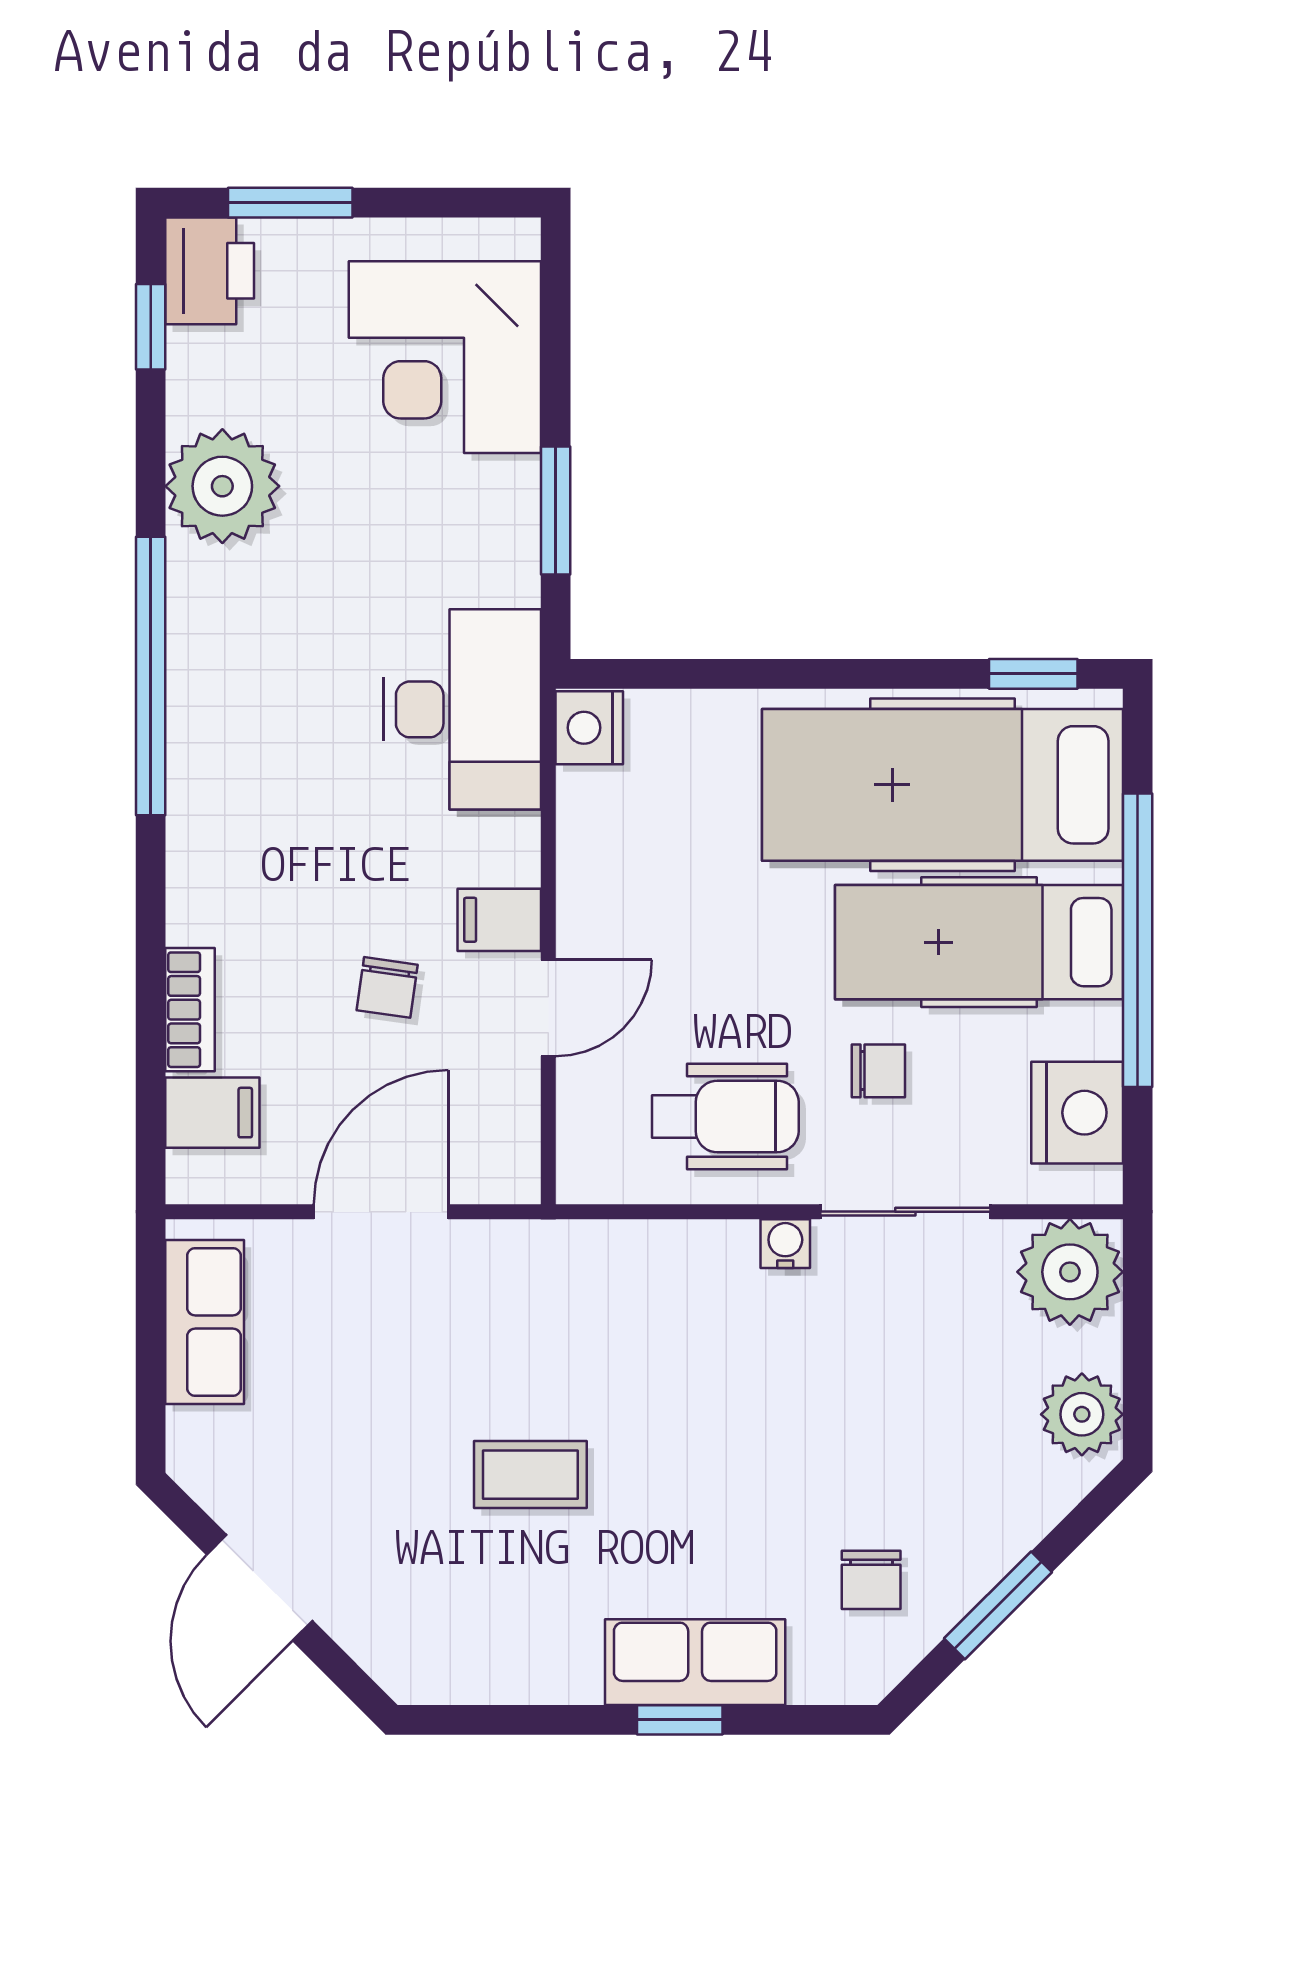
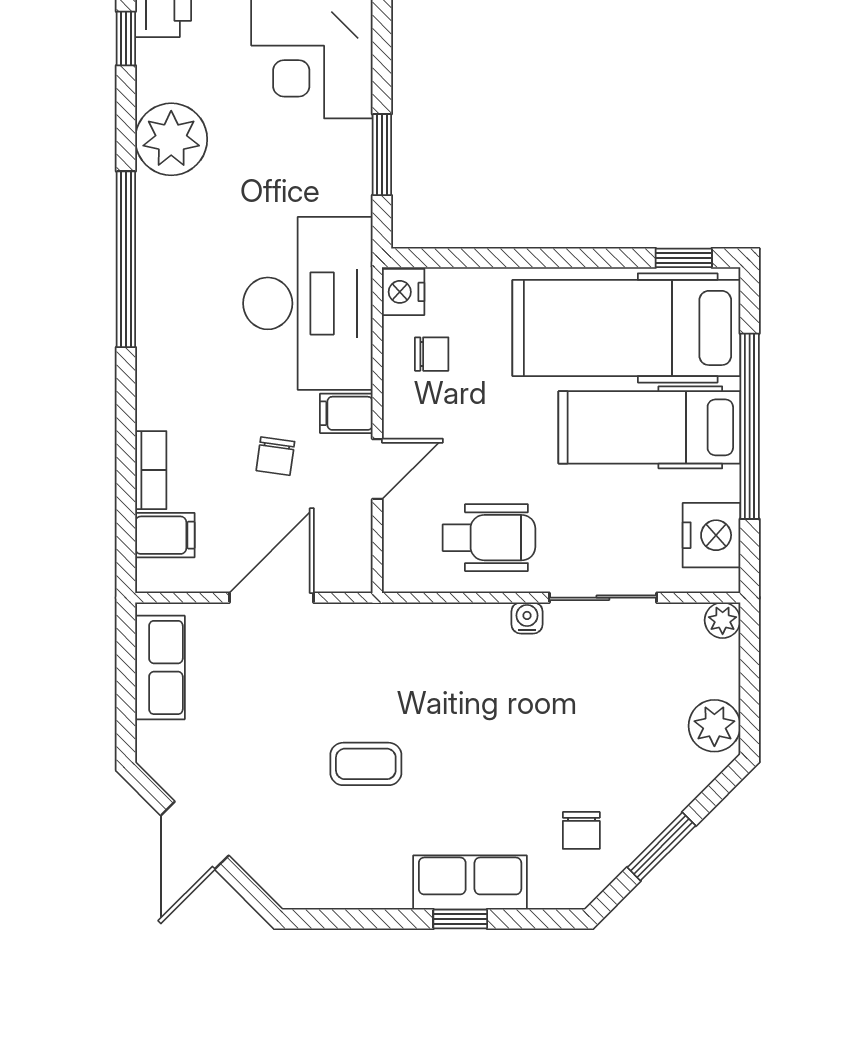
desk: (462, 709) -> (308, 303), width x1.36, depth x1.30
chair: (878, 1071) -> (432, 354), moved
plant: (1070, 1272) -> (723, 620), width x0.53, depth x0.53

